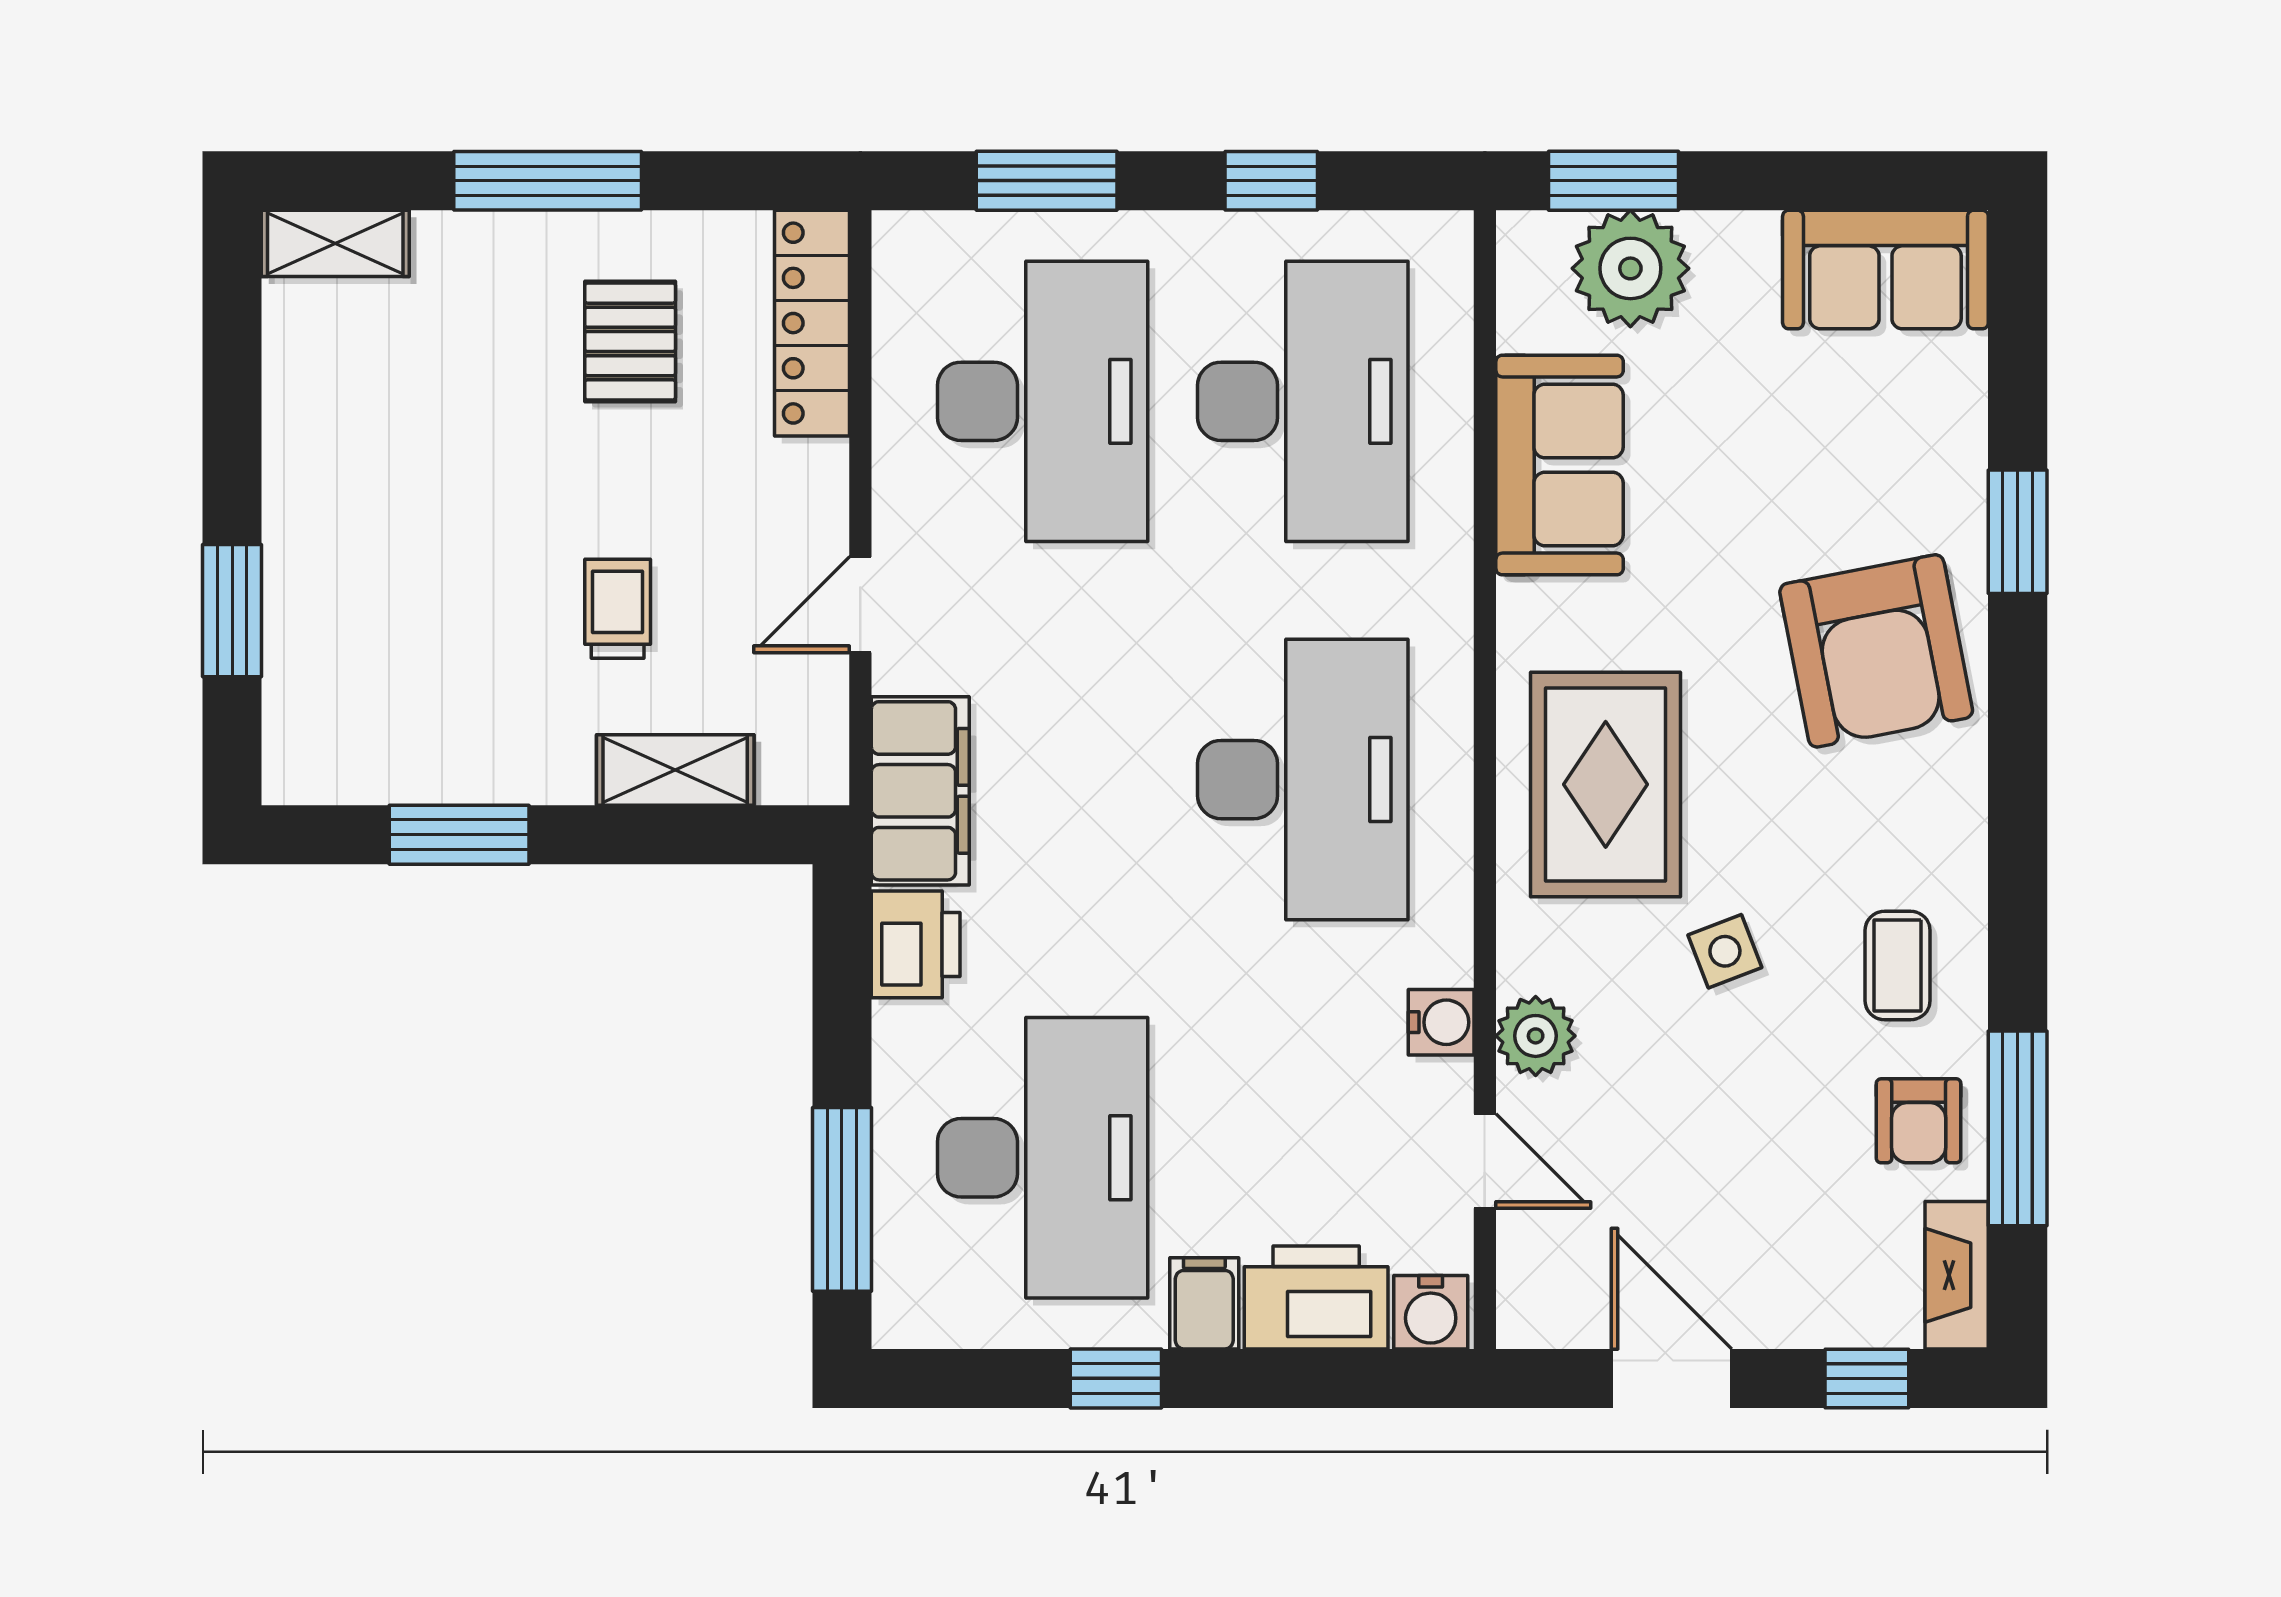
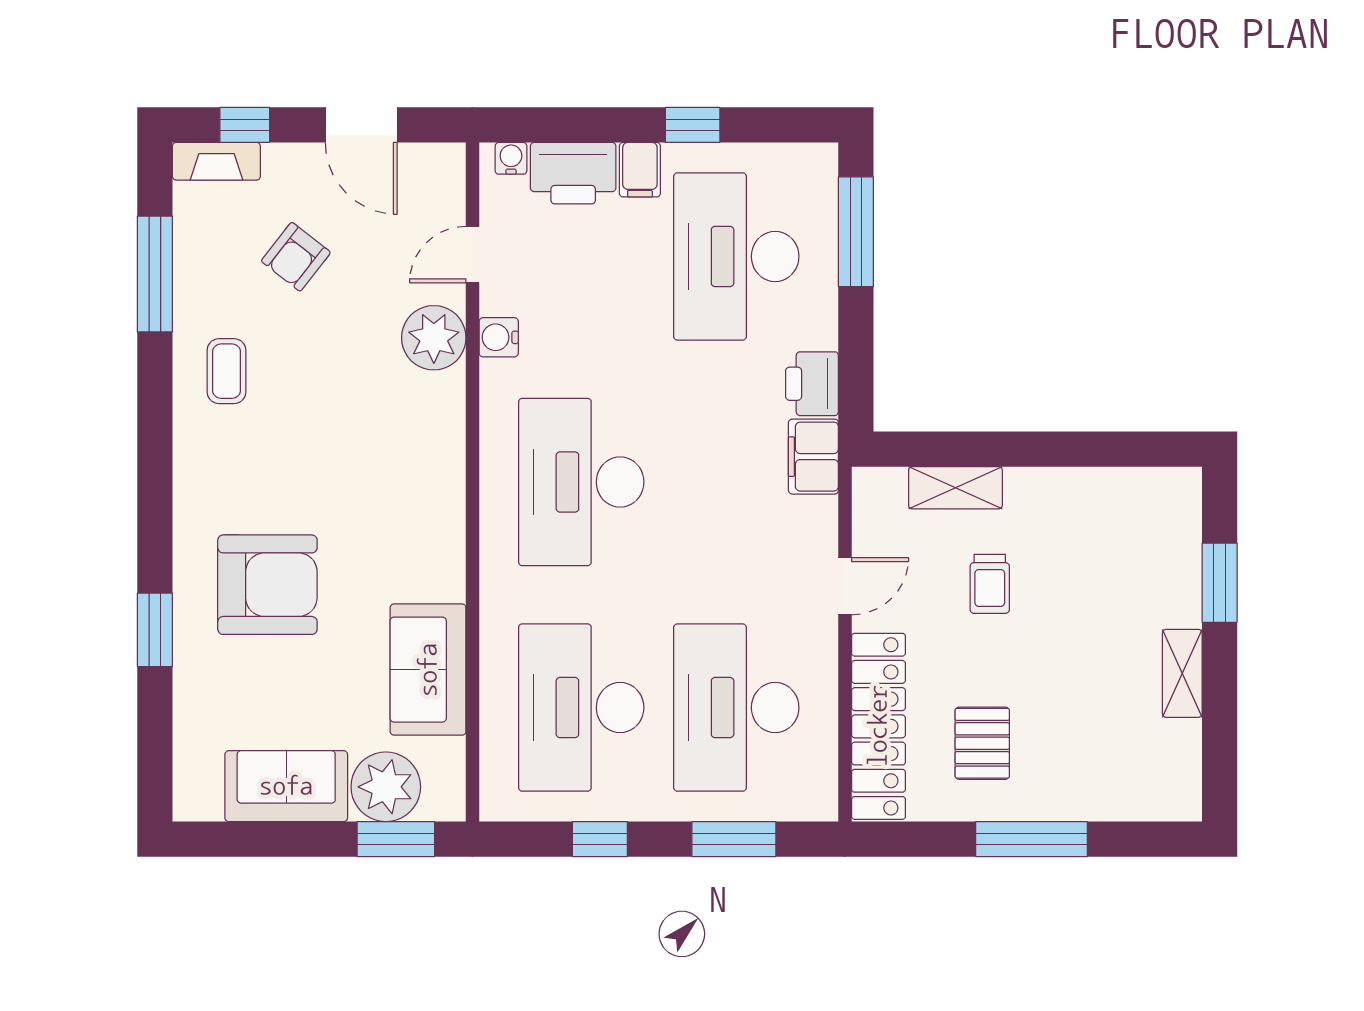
shelving: (335, 243) -> (1182, 673), moved, turned 90
sofa: (1885, 270) -> (286, 786), moved
locker: (812, 323) -> (878, 726), width x1.41, depth x1.21
armchair: (1876, 651) -> (267, 585), moved, turned 101
rug: (1606, 784) -> (401, 479), removed
filing cabinet: (920, 791) -> (813, 457), width x0.67, depth x0.86
window: (459, 835) -> (1084, 449), removed
side table: (1725, 951) -> (329, 380), removed
plant: (1536, 1036) -> (434, 338), width x1.36, depth x1.36
armchair: (1919, 1121) -> (296, 257), moved, turned -142
door: (1485, 1161) -> (473, 255), hinge flipped
fireplace: (1957, 1275) -> (216, 161), moved, turned 90
water cooler: (1431, 1312) -> (511, 158), width x0.72, depth x0.72

